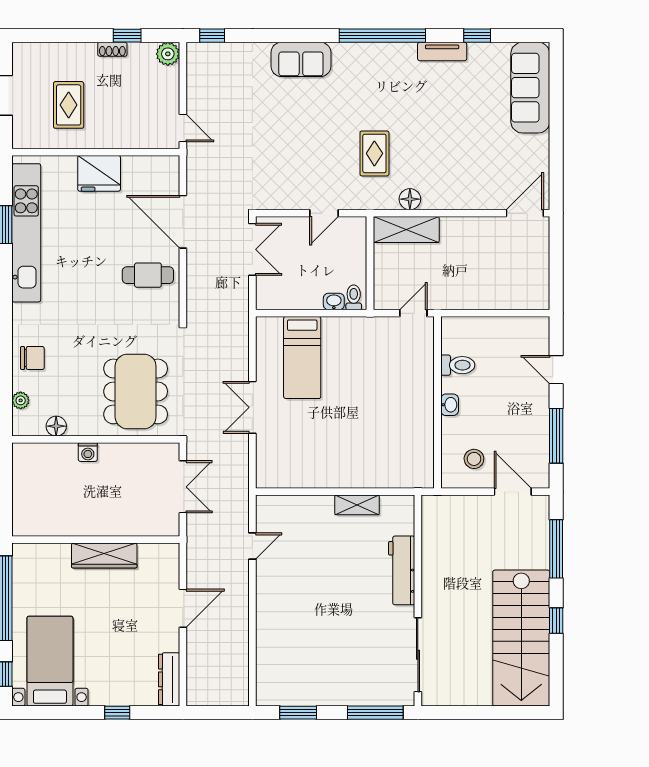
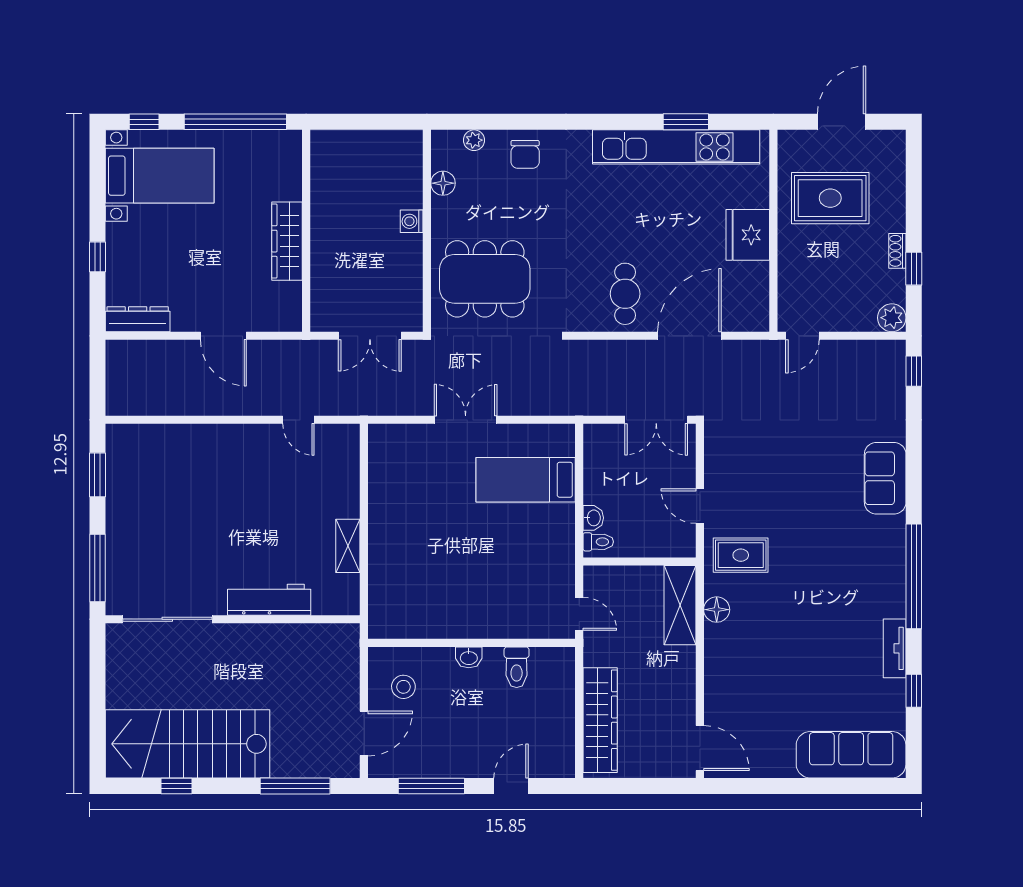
rug: (69, 105) -> (830, 198), width x1.36, depth x1.43
rug: (374, 153) -> (741, 555), moved
wardrobe: (502, 296) -> (600, 720), added
window: (556, 621) -> (176, 786), moved

